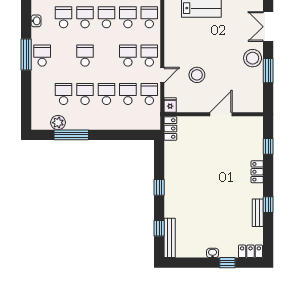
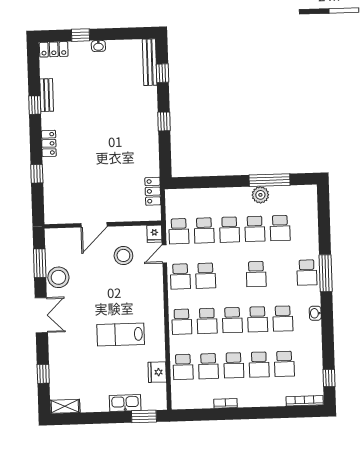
fridge: (170, 105) -> (154, 234), moved
wall: (214, 114) -> (103, 225), moved
door: (221, 114) -> (94, 225), moved
plant: (58, 123) -> (260, 195), moved

